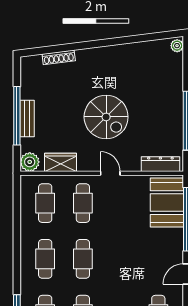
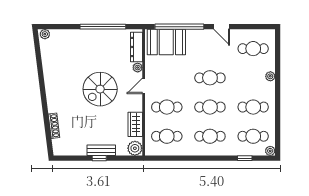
window: (17, 116) -> (99, 158), width x0.32
spiral stairs: (106, 117) -> (100, 89), turned 180
plant: (134, 165) -> (138, 68), added
cafe table: (121, 259) -> (210, 78), added

